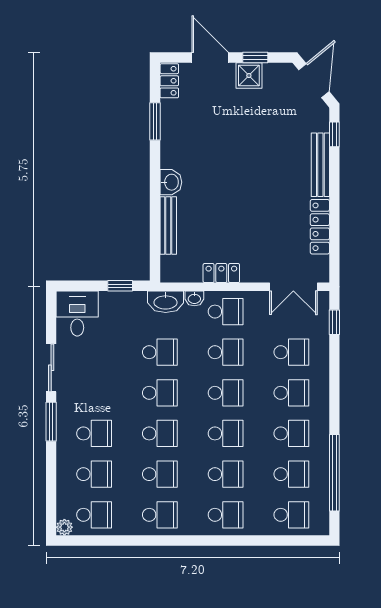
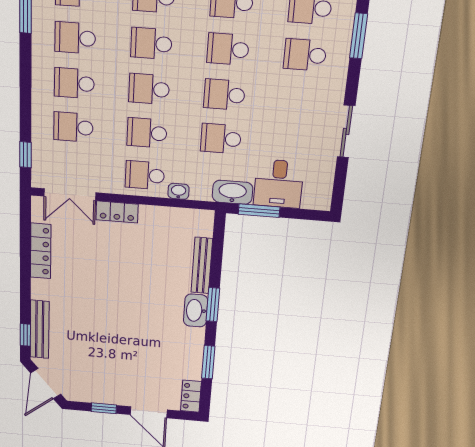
shower: (249, 76) -> (111, 394), removed
bench: (320, 165) -> (40, 329), moved
washbasin: (171, 182) -> (196, 310), width x1.38
window: (155, 185) -> (213, 305), added
locker: (221, 273) -> (117, 212), moved
window: (120, 286) -> (259, 211), width x1.50
double door: (293, 287) -> (70, 194), swing flipped
washbasin: (166, 302) -> (233, 192), moved
desk: (77, 314) -> (279, 184), moved
window: (51, 422) -> (359, 36), moved

